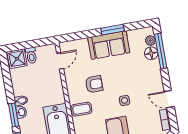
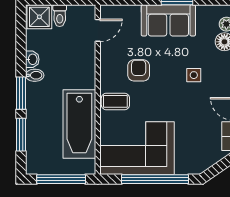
armchair: (94, 84) -> (139, 70), turned -90
side table: (125, 100) -> (194, 75), moved
washbasin: (21, 112) -> (32, 59), moved

